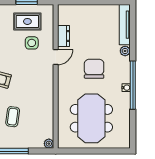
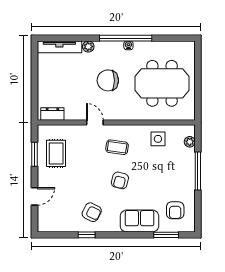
dresser: (63, 36) -> (52, 114), moved
side table: (32, 43) -> (158, 139), moved
coffee table: (13, 117) -> (117, 147), moved
plant: (49, 144) -> (190, 142), moved

